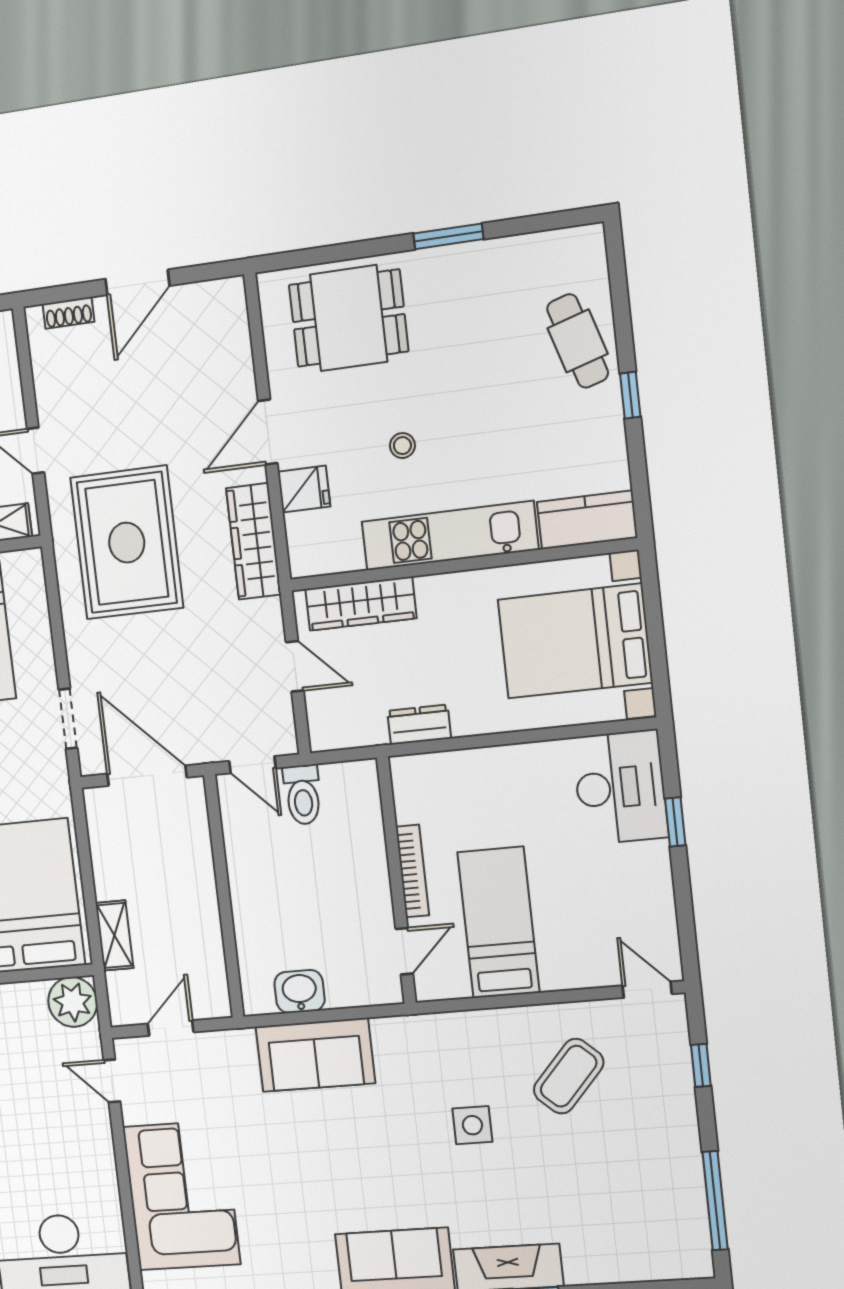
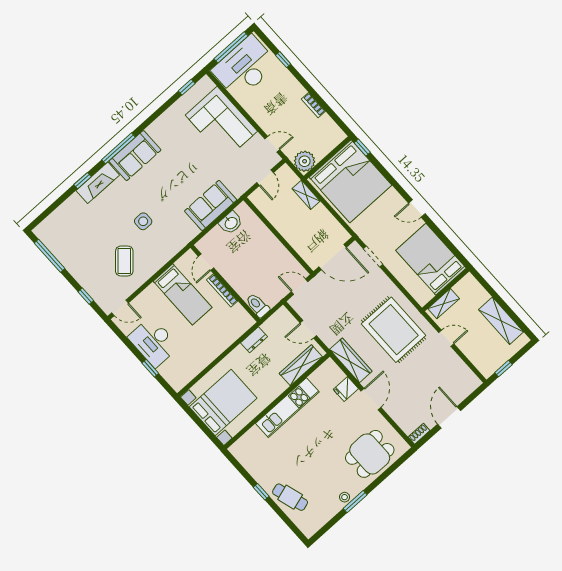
shoe rack: (68, 313) -> (419, 434), moved
stool: (402, 446) -> (345, 497), moved
kitchen counter: (587, 520) -> (247, 443), removed
desk: (620, 787) -> (153, 342), moved
toilet: (303, 795) -> (258, 305), moved

